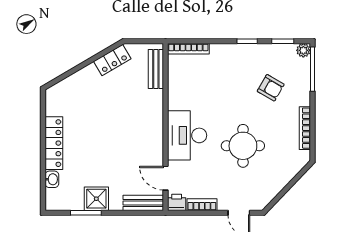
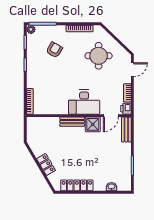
locker: (112, 60) -> (46, 164), moved
bench: (156, 69) -> (72, 122), moved
locker: (54, 143) -> (77, 185), moved
round table: (243, 146) -> (99, 56), moved
shower: (96, 199) -> (93, 124), moved

